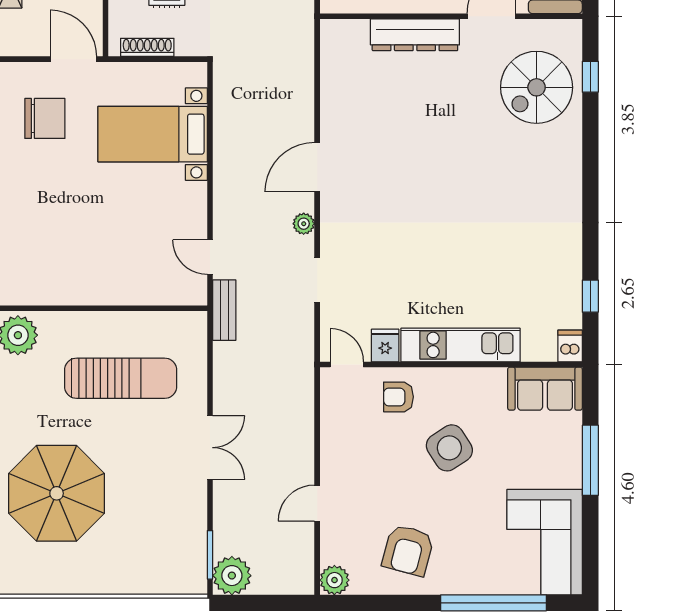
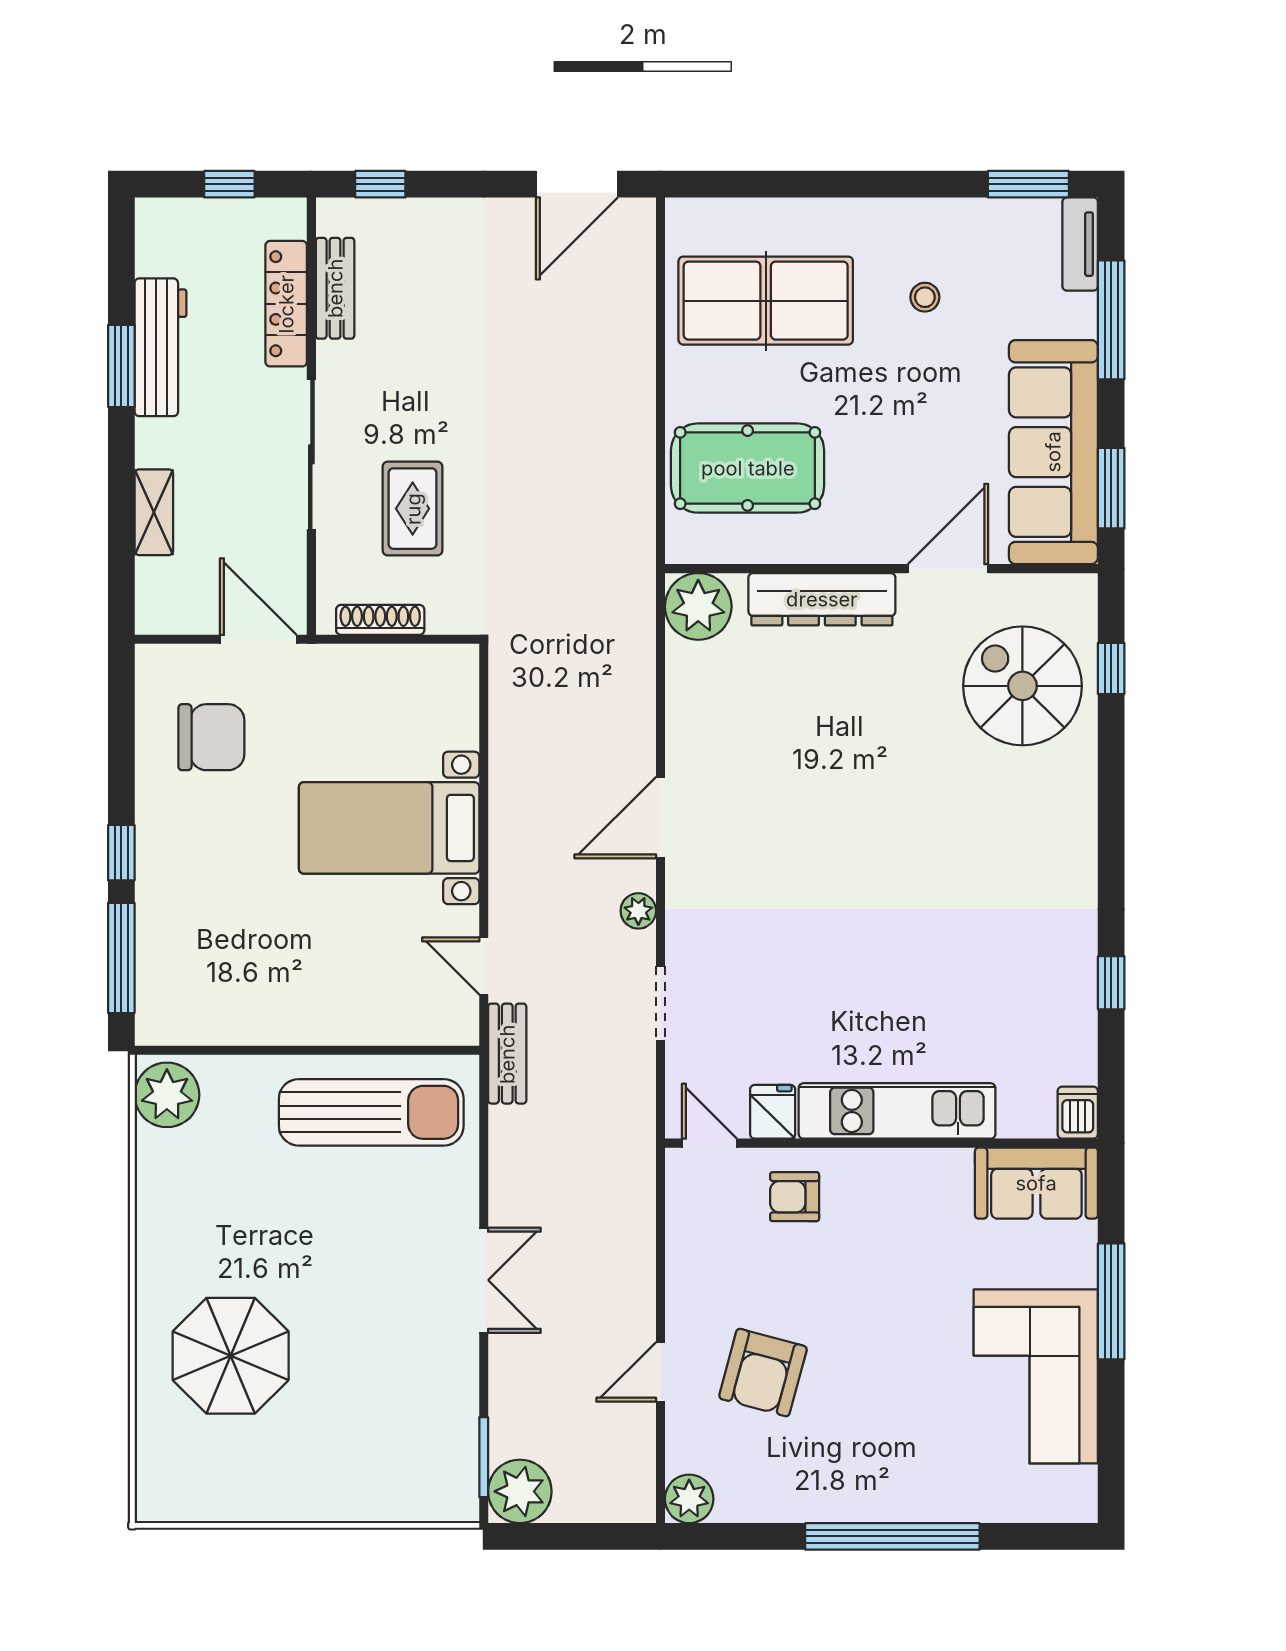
plant: (340, 39) -> (698, 606), added
spiral stairs: (537, 87) -> (1022, 686), turned 90
bed with nightstands: (153, 134) -> (389, 828), moved
window: (590, 296) -> (1111, 983), moved
sun lounger: (121, 378) -> (371, 1112), moved
side table: (449, 448) -> (879, 1281), removed
parasol: (57, 493) -> (231, 1356), width x0.73, depth x0.73
corner sofa: (545, 542) -> (1036, 1376), moved
armchair: (408, 550) -> (763, 1373), moved
window: (494, 603) -> (892, 1536), moved

